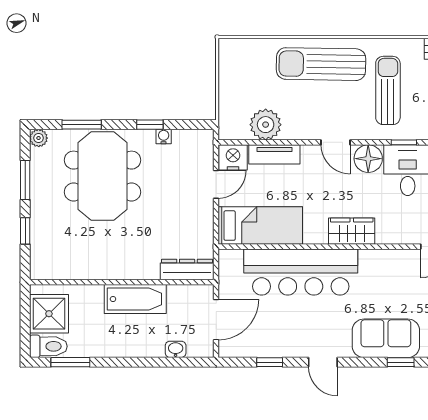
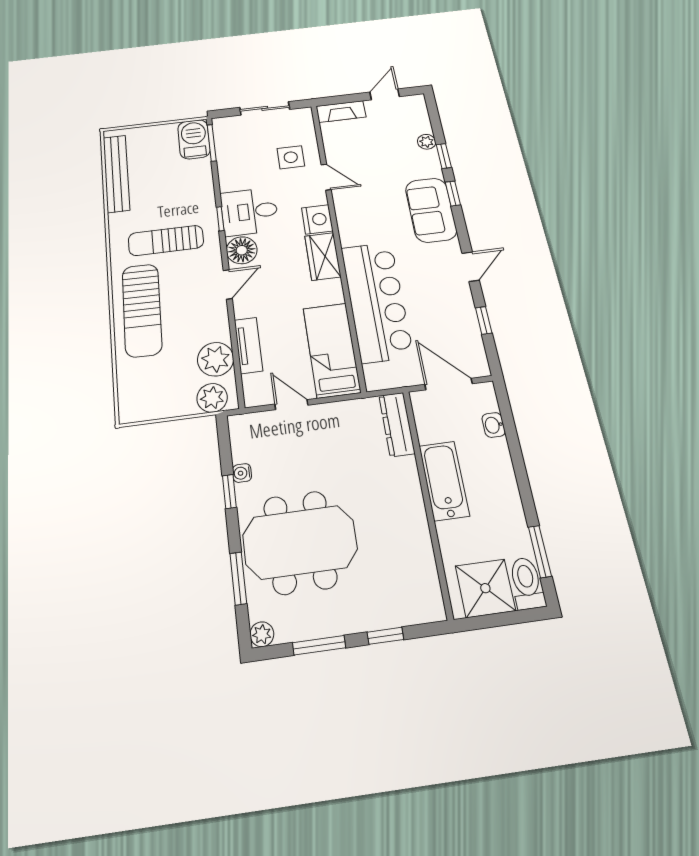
plant: (231, 118) -> (212, 398), added
nightstand: (233, 157) -> (317, 219), moved, turned 180

